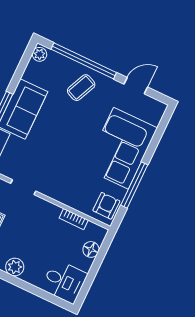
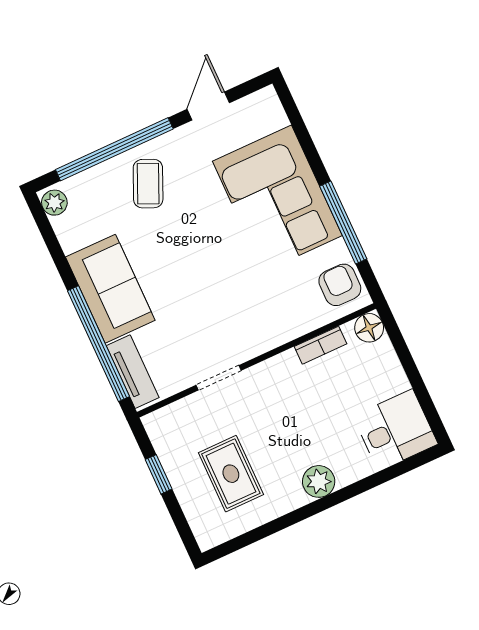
floor lamp: (91, 249) -> (369, 328), moved

